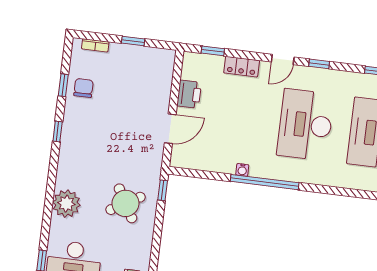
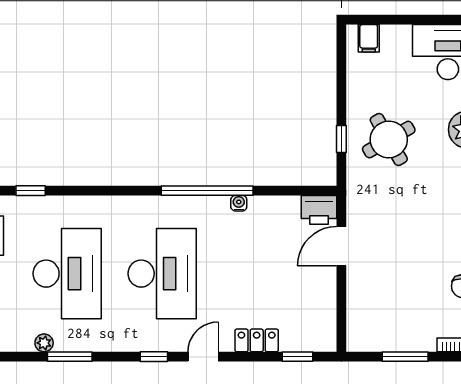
window: (133, 41) -> (405, 357), width x1.50
printer: (189, 94) -> (319, 210), moved, turned -90
window: (163, 190) -> (341, 139), moved

